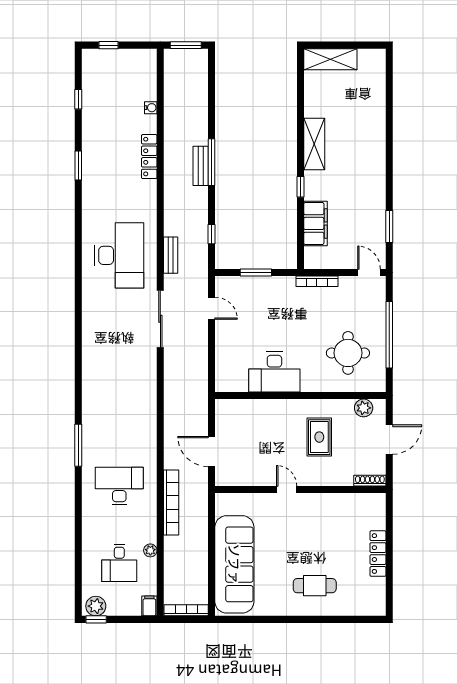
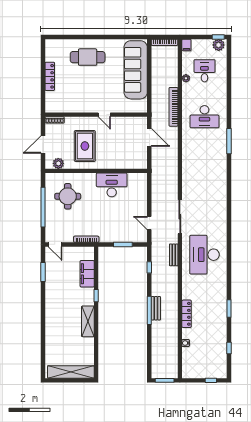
shelving: (330, 59) -> (71, 372), width x1.47
rug: (319, 437) -> (85, 146), width x1.36, depth x1.43
cafe table: (315, 586) -> (88, 57), width x1.37, depth x1.35

